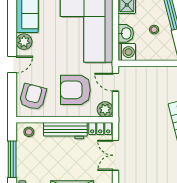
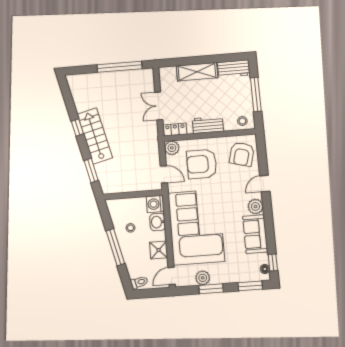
armchair: (75, 90) -> (202, 164), turned 180
workbench: (65, 131) -> (208, 125), width x0.73
double door: (116, 155) -> (159, 106), swing flipped

